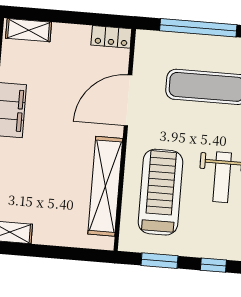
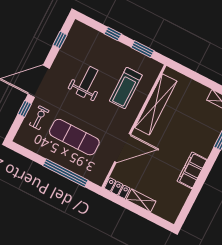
shelving: (29, 30) -> (141, 200), moved
treadmill: (160, 192) -> (126, 88), width x0.73, depth x0.73

